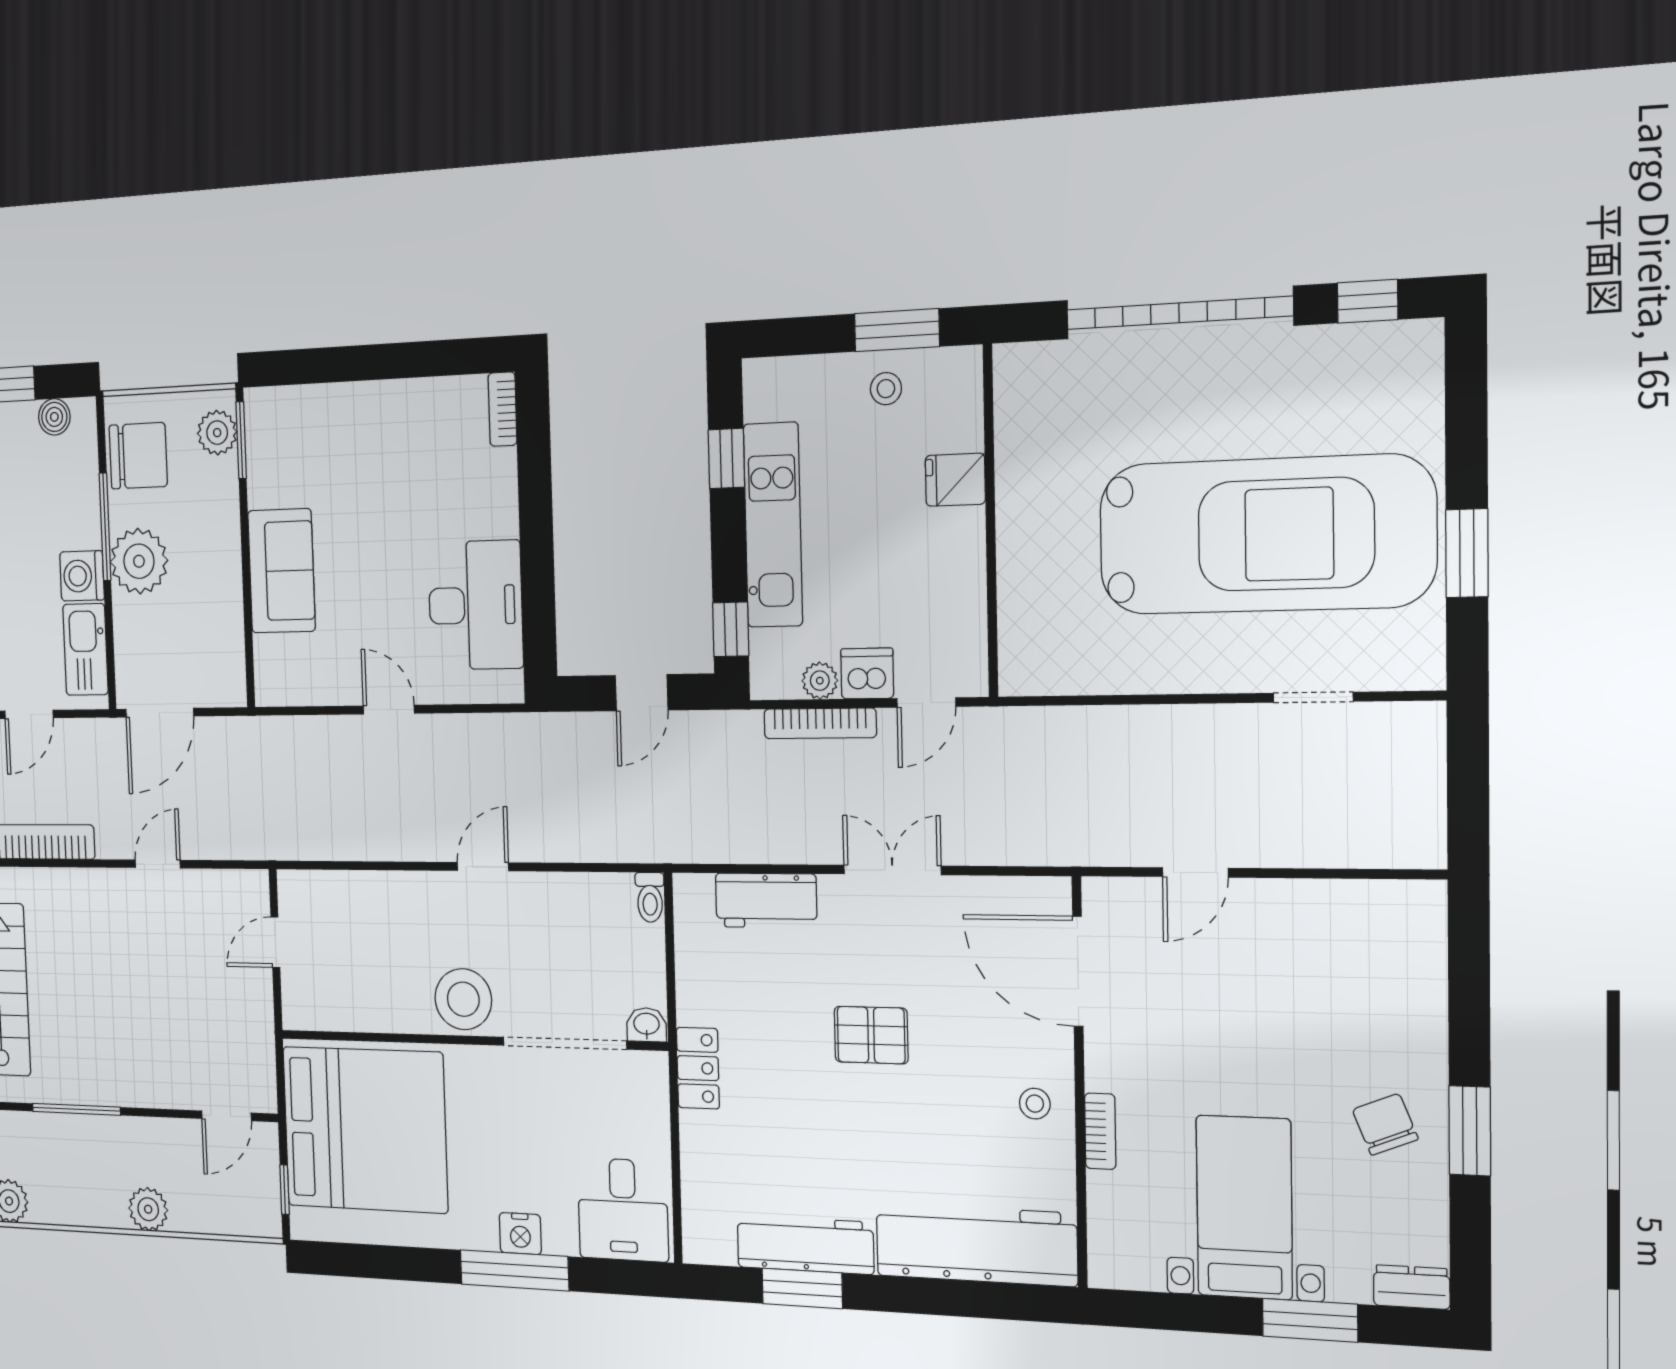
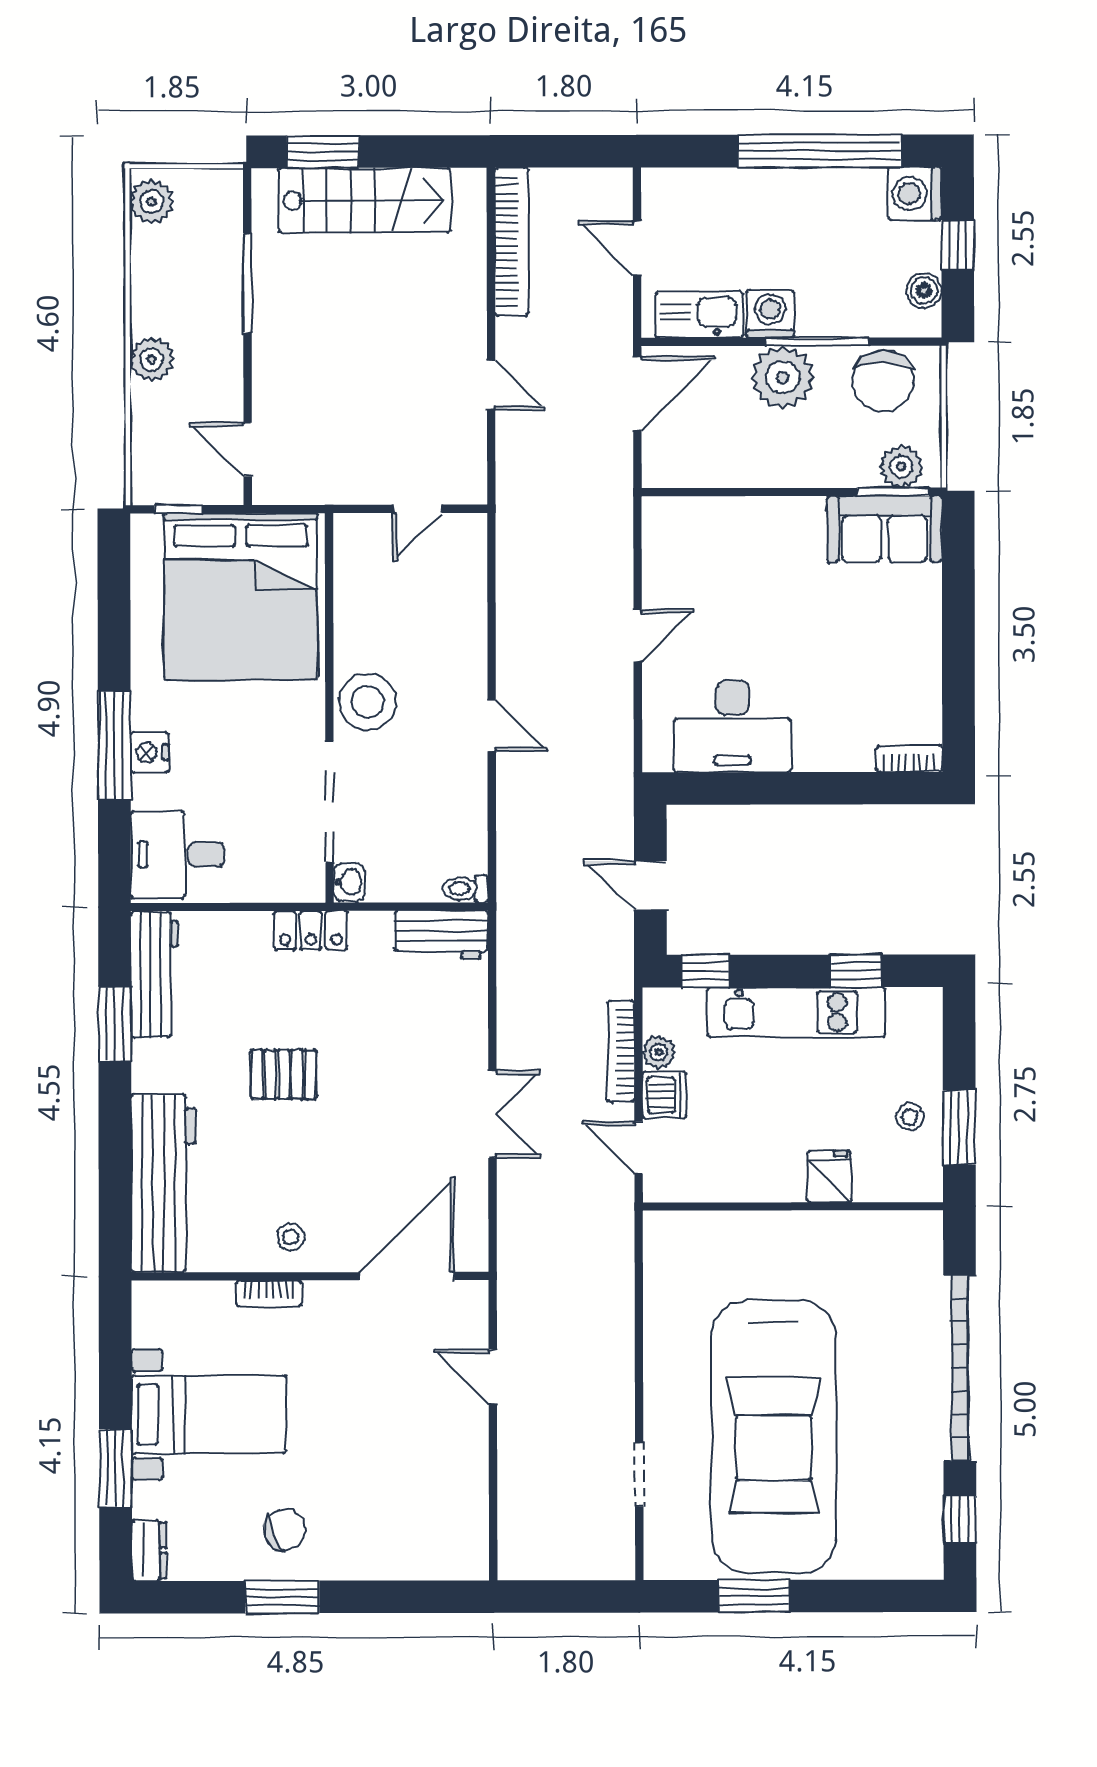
sofa: (281, 571) -> (885, 529), moved
door: (160, 713) -> (637, 393), swing flipped
workbench: (766, 900) -> (441, 935), moved, turned -90
door: (275, 942) -> (417, 509), swing flipped
pallet: (871, 1035) -> (284, 1074), moved, turned 90
workbench: (805, 1245) -> (155, 974), moved

